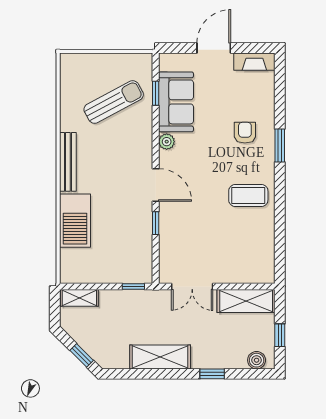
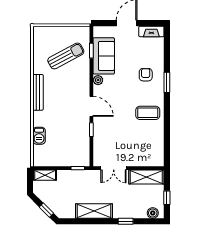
barbecue: (75, 221) -> (39, 136), width x0.53, depth x0.65

